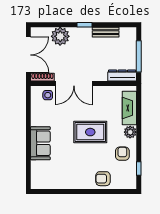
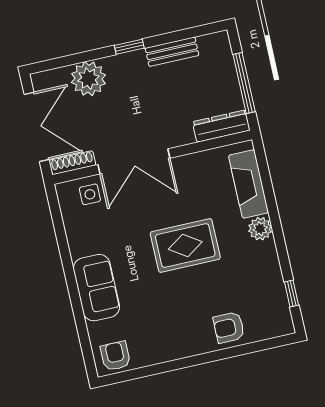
armchair: (122, 154) -> (115, 356), moved

